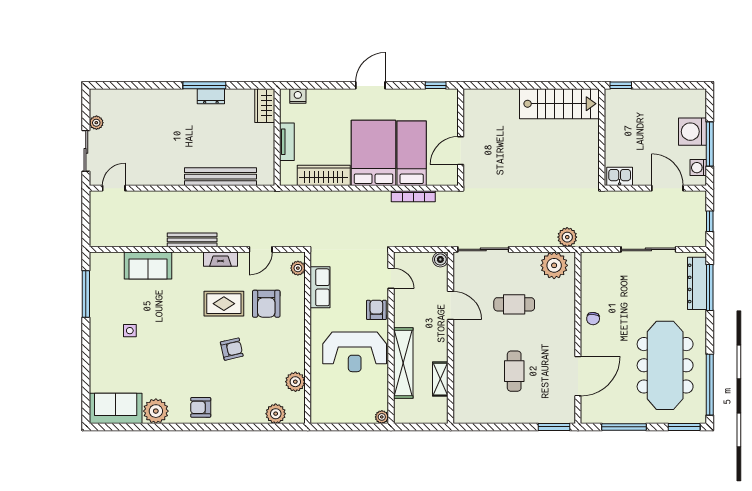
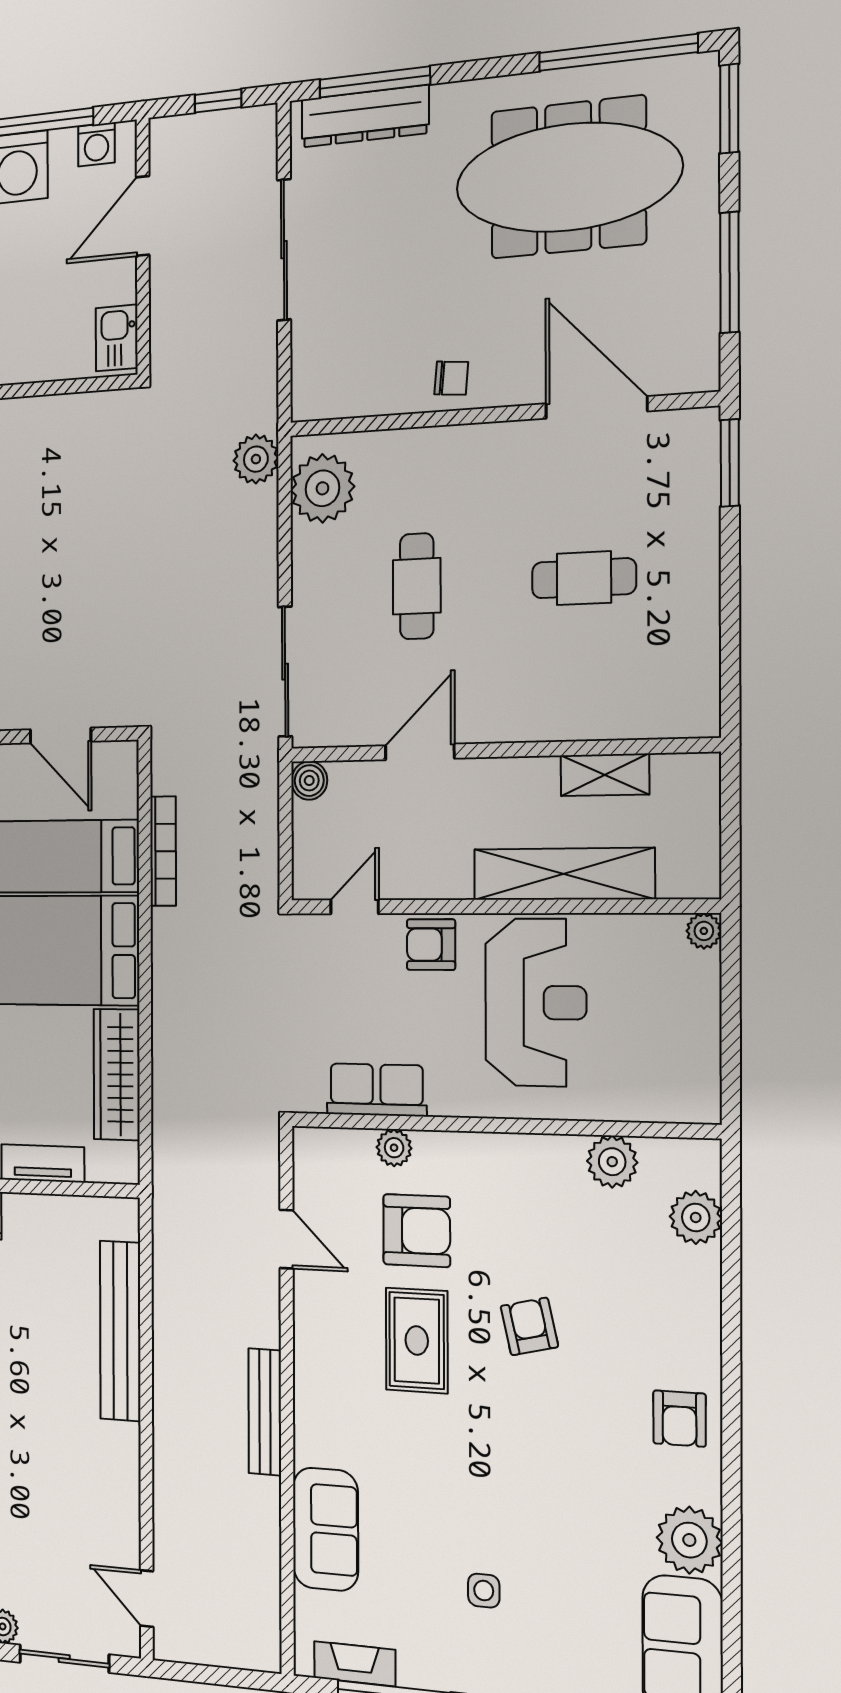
fireplace: (220, 259) -> (355, 1664), moved, turned -90
plant: (298, 268) -> (394, 1148), moved

